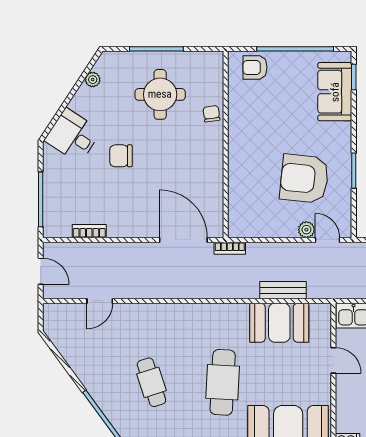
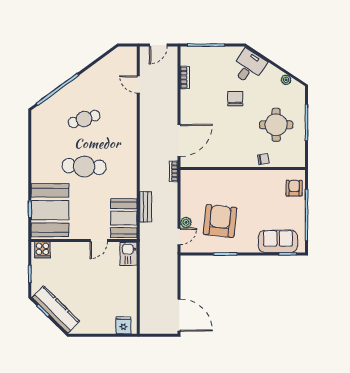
booth: (279, 323) -> (124, 218), moved

